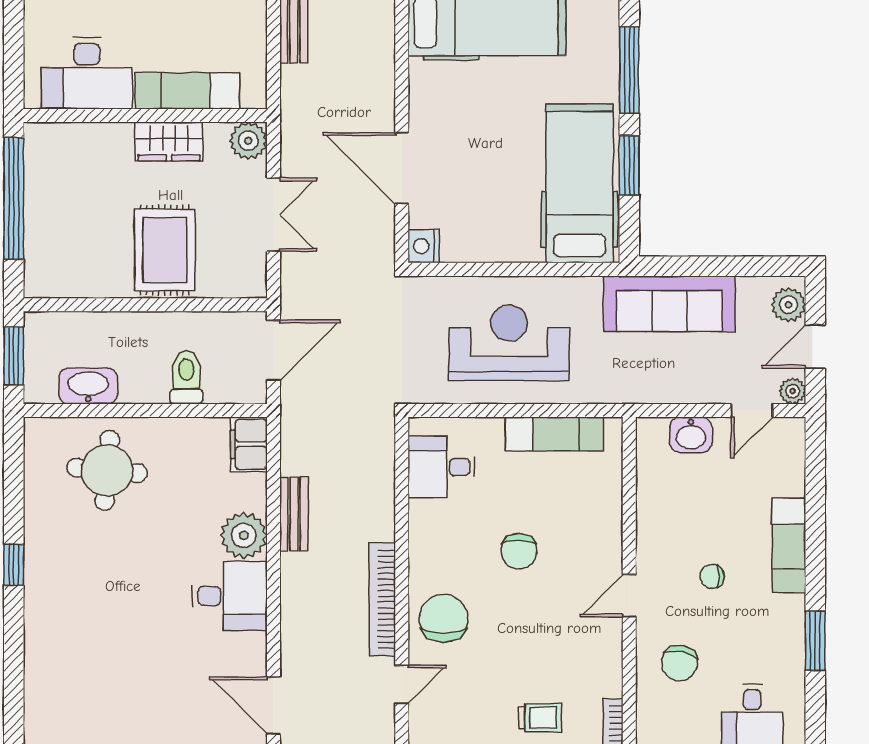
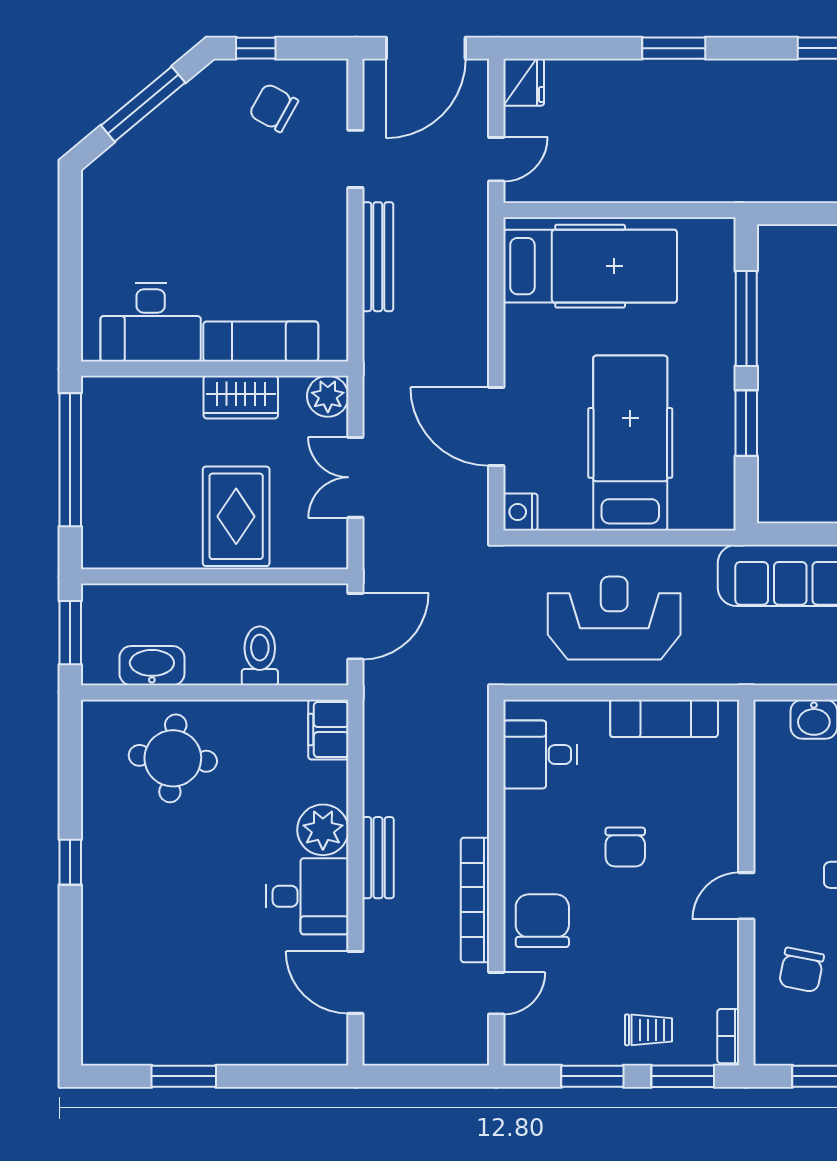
hospital bed: (580, 183) -> (630, 443), moved
double door: (273, 215) -> (355, 477), swing flipped
bench: (294, 514) -> (378, 858), moved
door: (273, 706) -> (355, 982), moved

